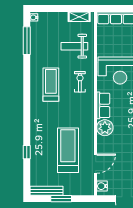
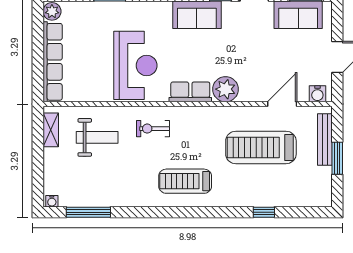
weight bench: (74, 46) -> (97, 137), turned -90
treadmill: (51, 85) -> (185, 181), moved
door: (96, 164) -> (282, 104), hinge flipped
bench: (46, 191) -> (325, 140), moved

